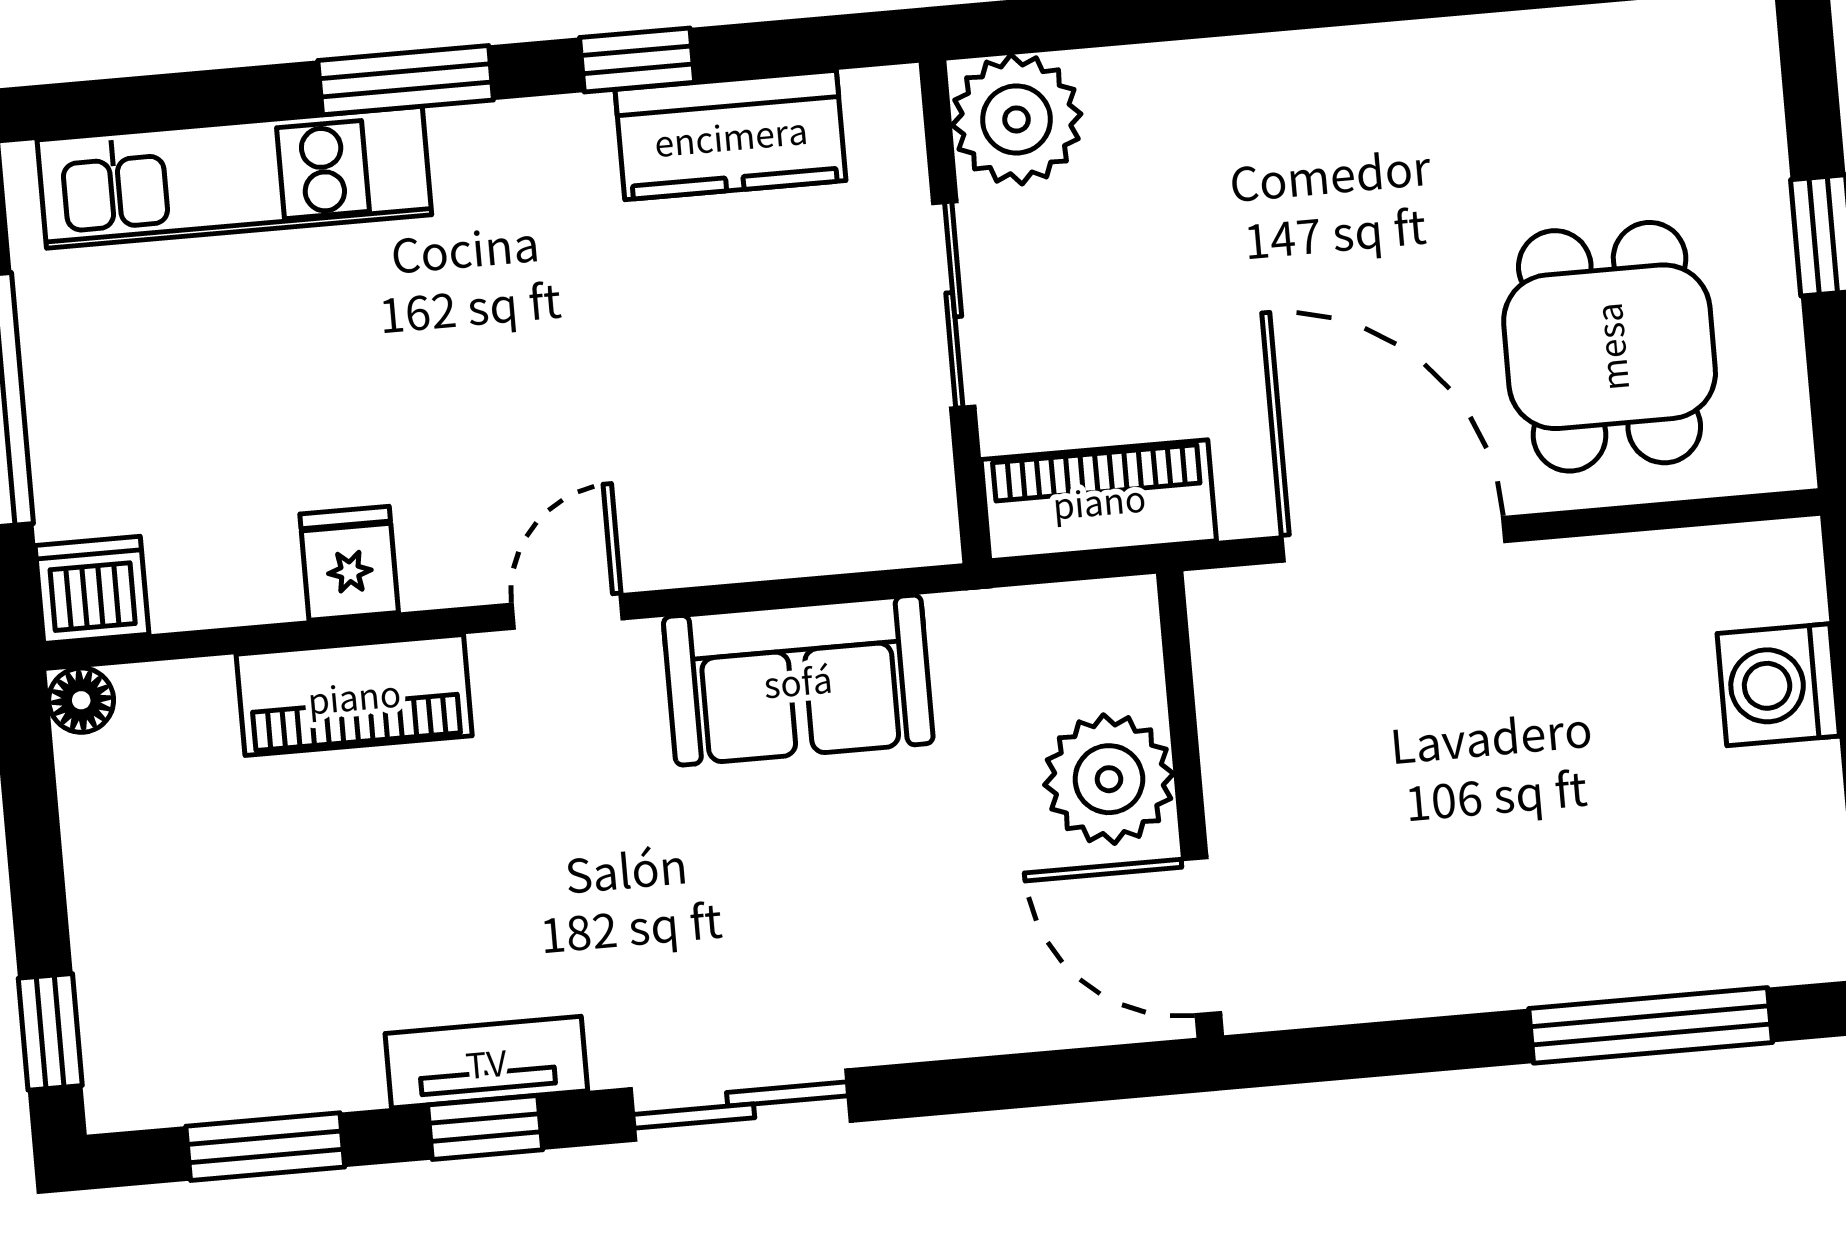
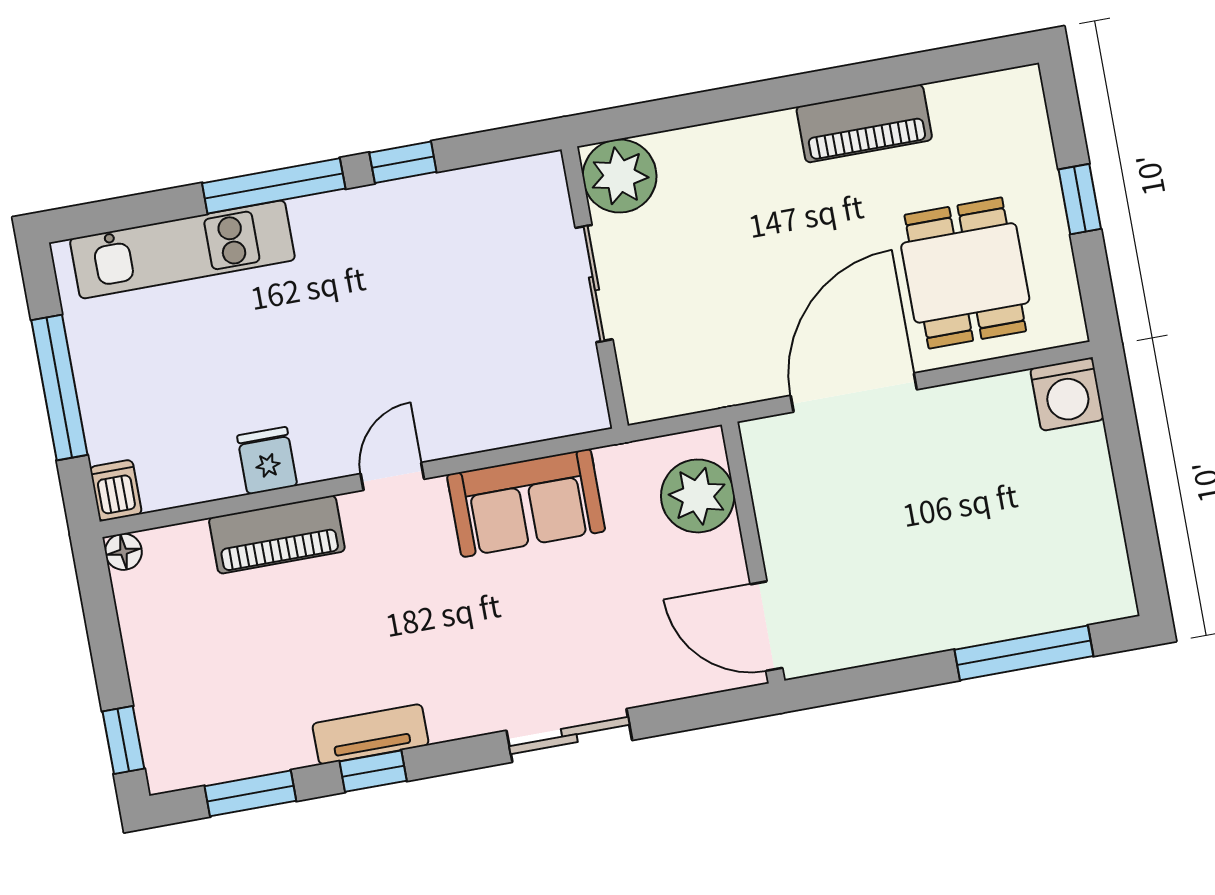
window: (406, 80) -> (274, 186), width x1.44
kitchen counter: (731, 135) -> (459, 200), removed
piano: (1099, 500) -> (864, 123), moved, turned 180
door: (1394, 539) -> (854, 393), hinge flipped
dishwasher: (92, 590) -> (116, 490), width x0.73
washing machine: (1778, 685) -> (1067, 394), moved, turned -90
plant: (1109, 779) -> (698, 496), moved
sliding door: (741, 1105) -> (569, 735), moved

